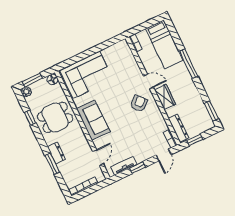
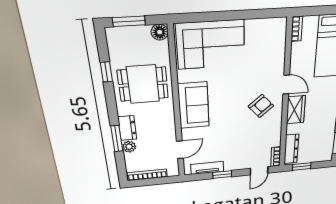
plant: (26, 92) -> (129, 147), moved

